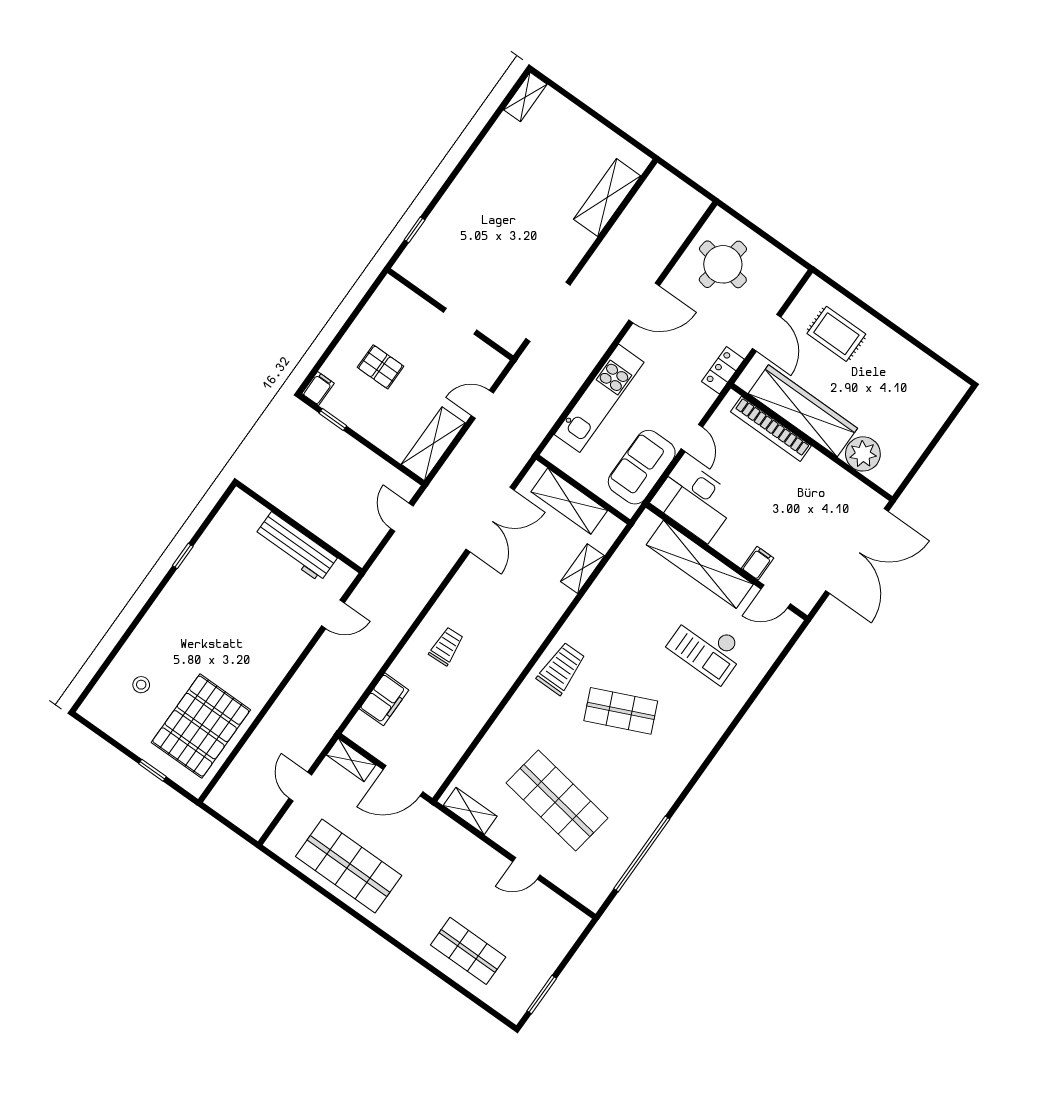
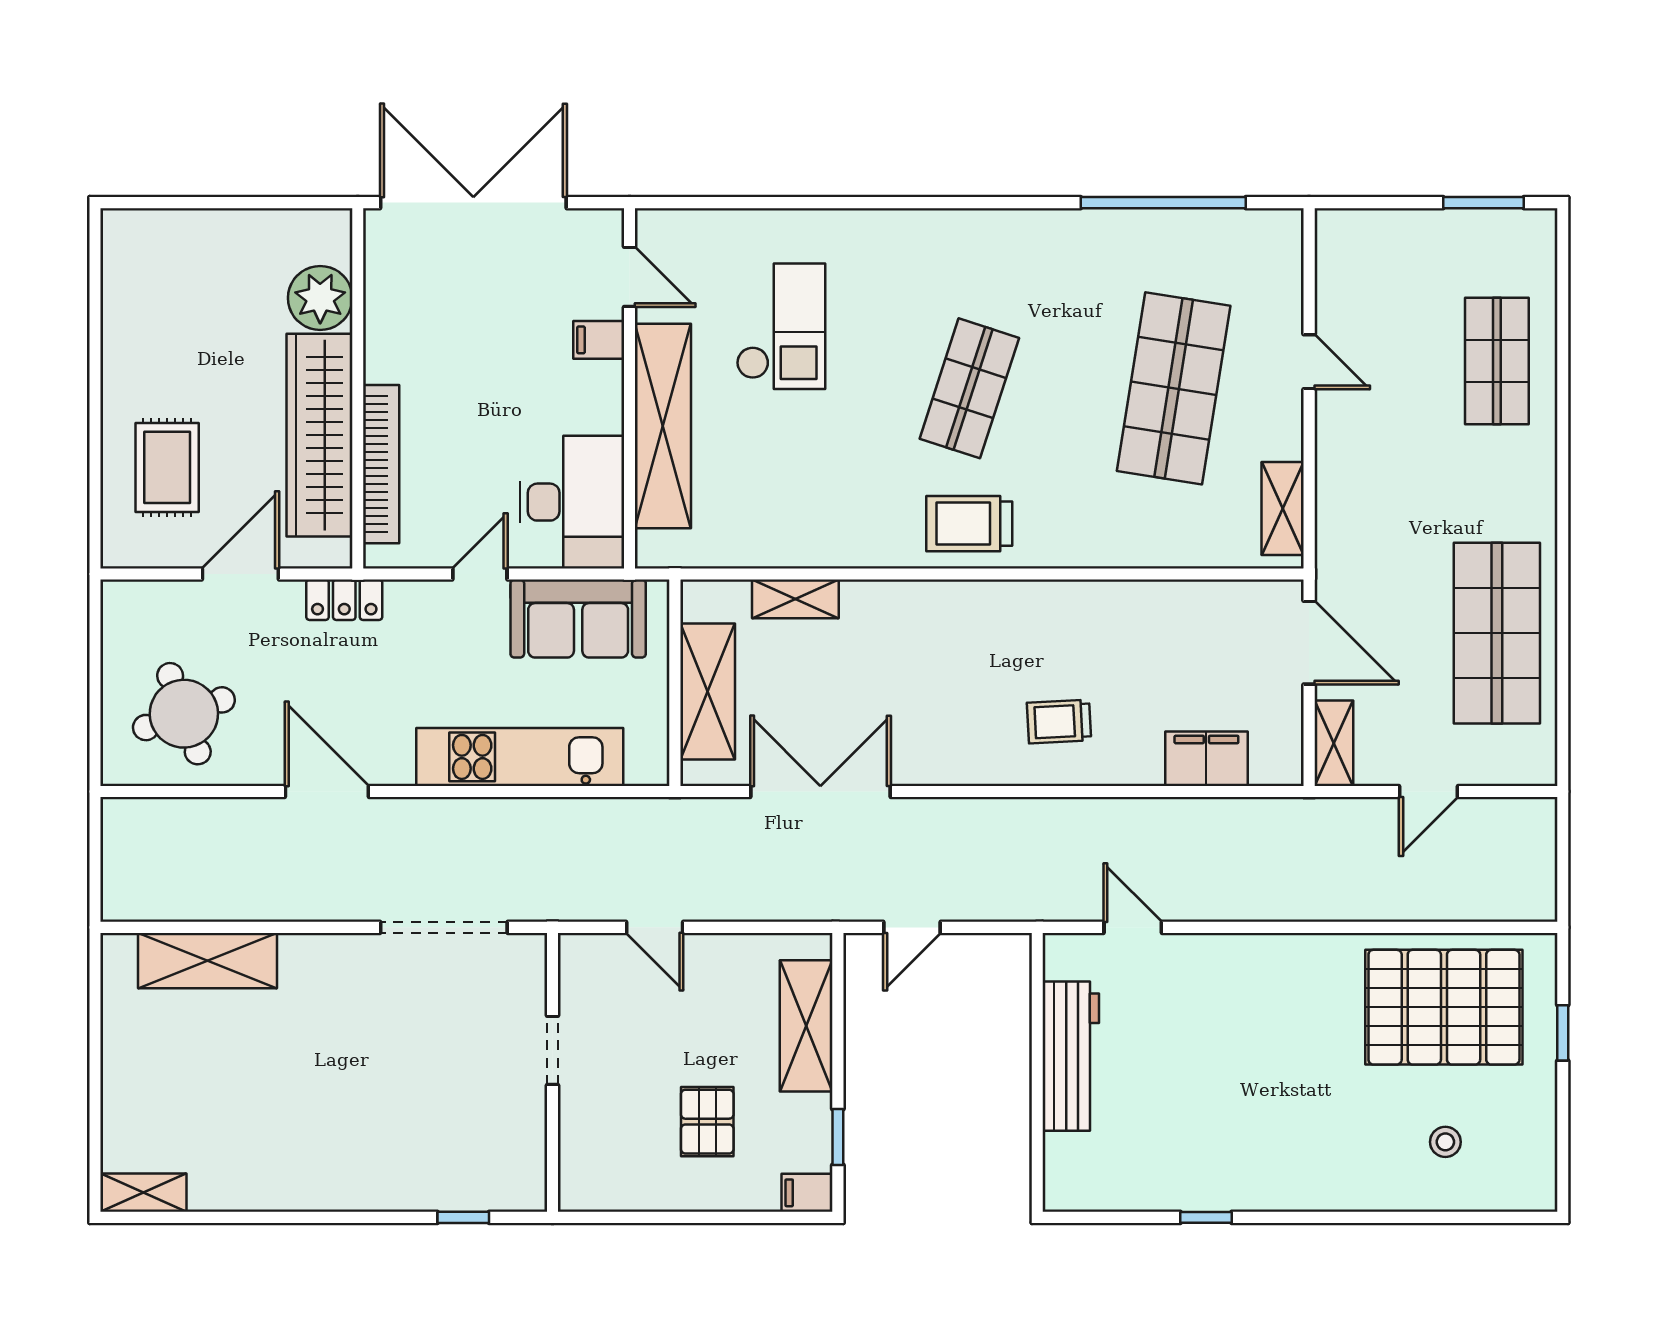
round table: (723, 264) -> (184, 714), turned -30
shelving: (433, 444) -> (806, 1026), moved, turned 90
shop shelf: (621, 711) -> (969, 388), turned 42

